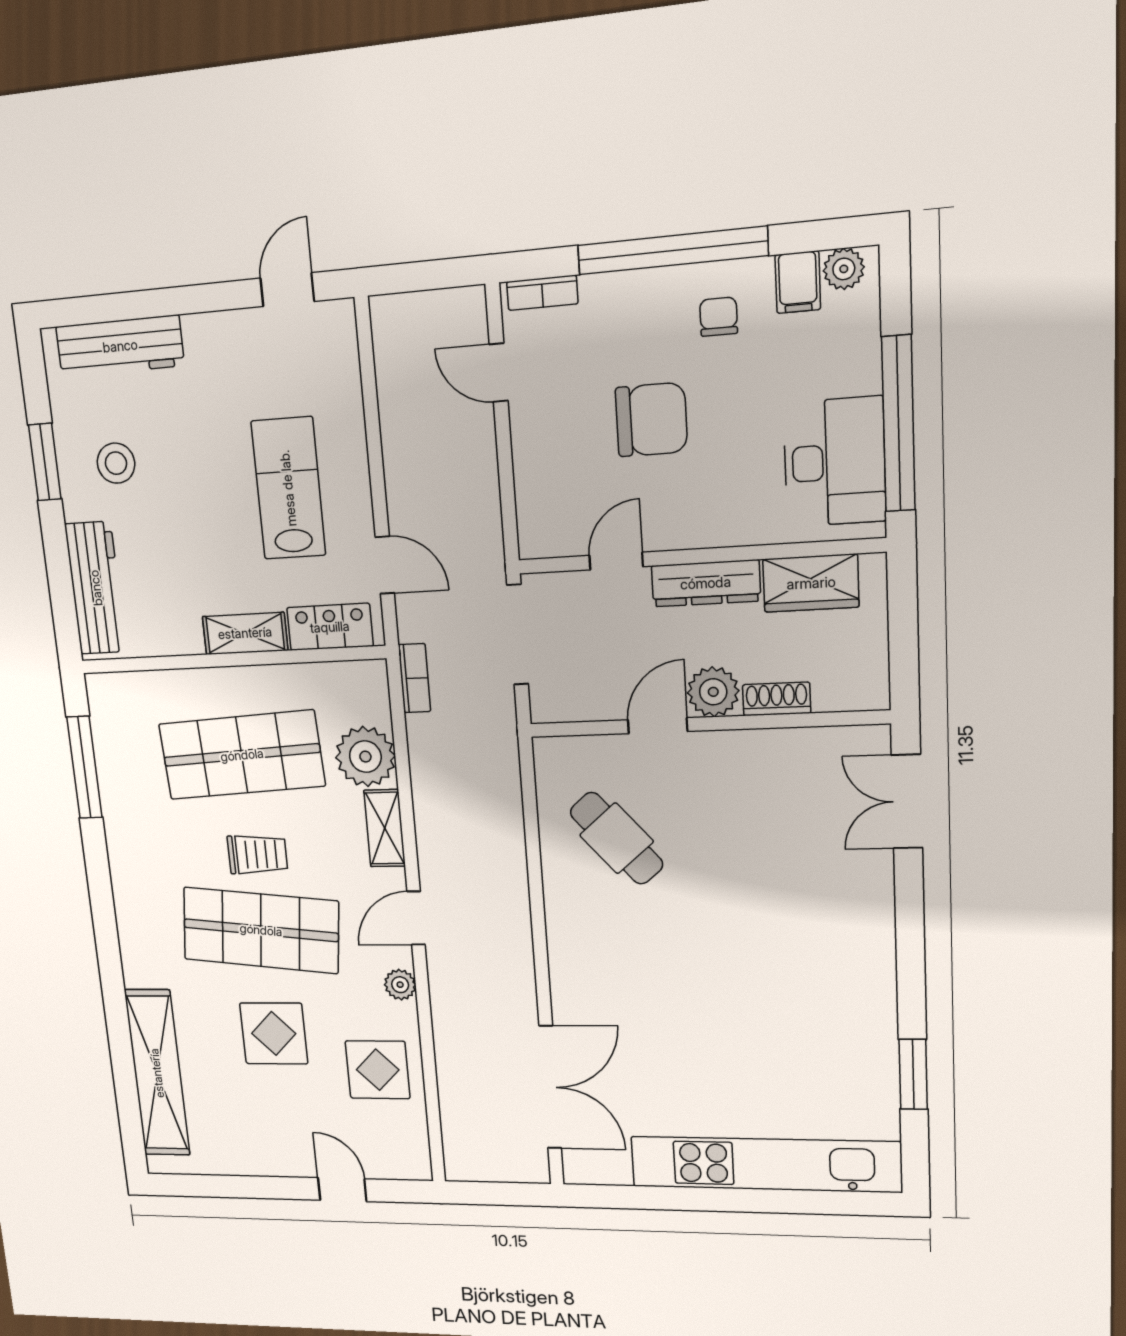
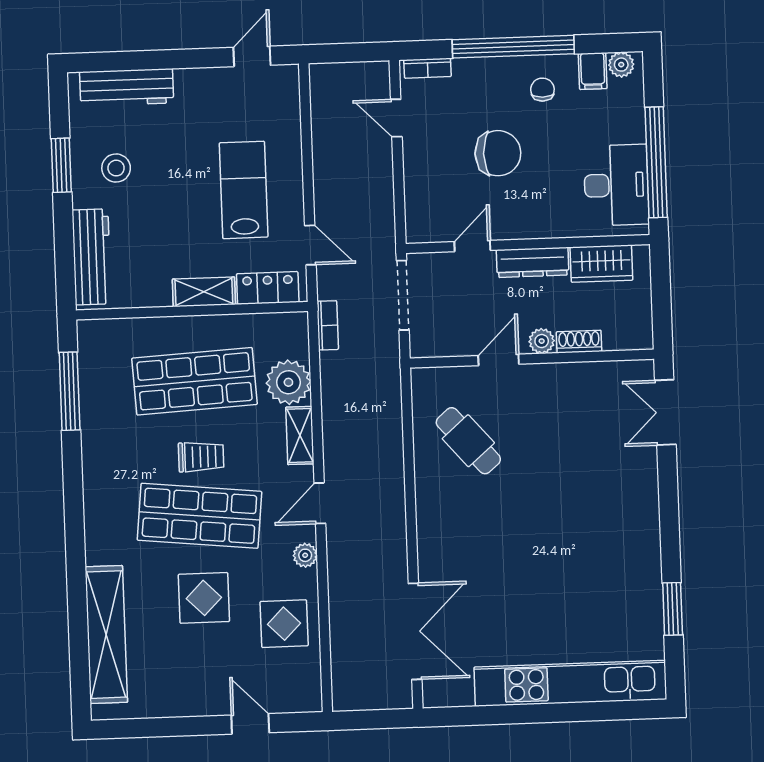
plant: (713, 692) -> (542, 341), width x0.73, depth x0.73

